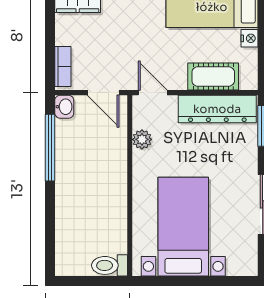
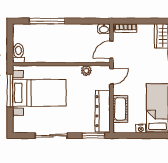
window: (50, 148) -> (47, 21), moved
window: (179, 281) -> (10, 91), added

